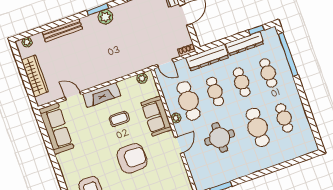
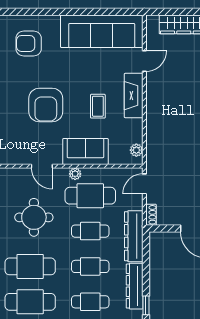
cafe table: (284, 118) -> (30, 302), width x1.37, depth x1.35
sofa: (56, 129) -> (102, 31), width x1.36, depth x1.27

